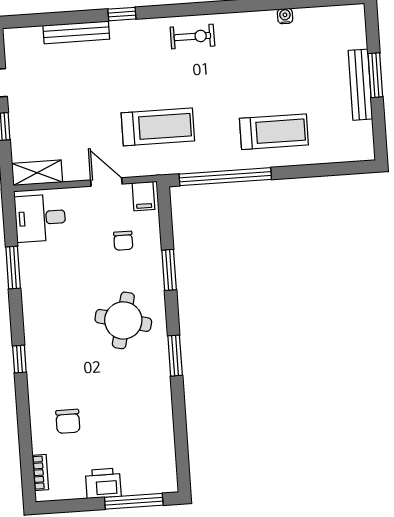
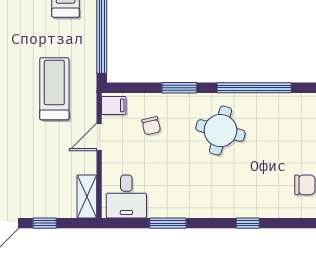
chair: (123, 241) -> (151, 126), turned 77
window: (175, 356) -> (254, 88), width x2.11

